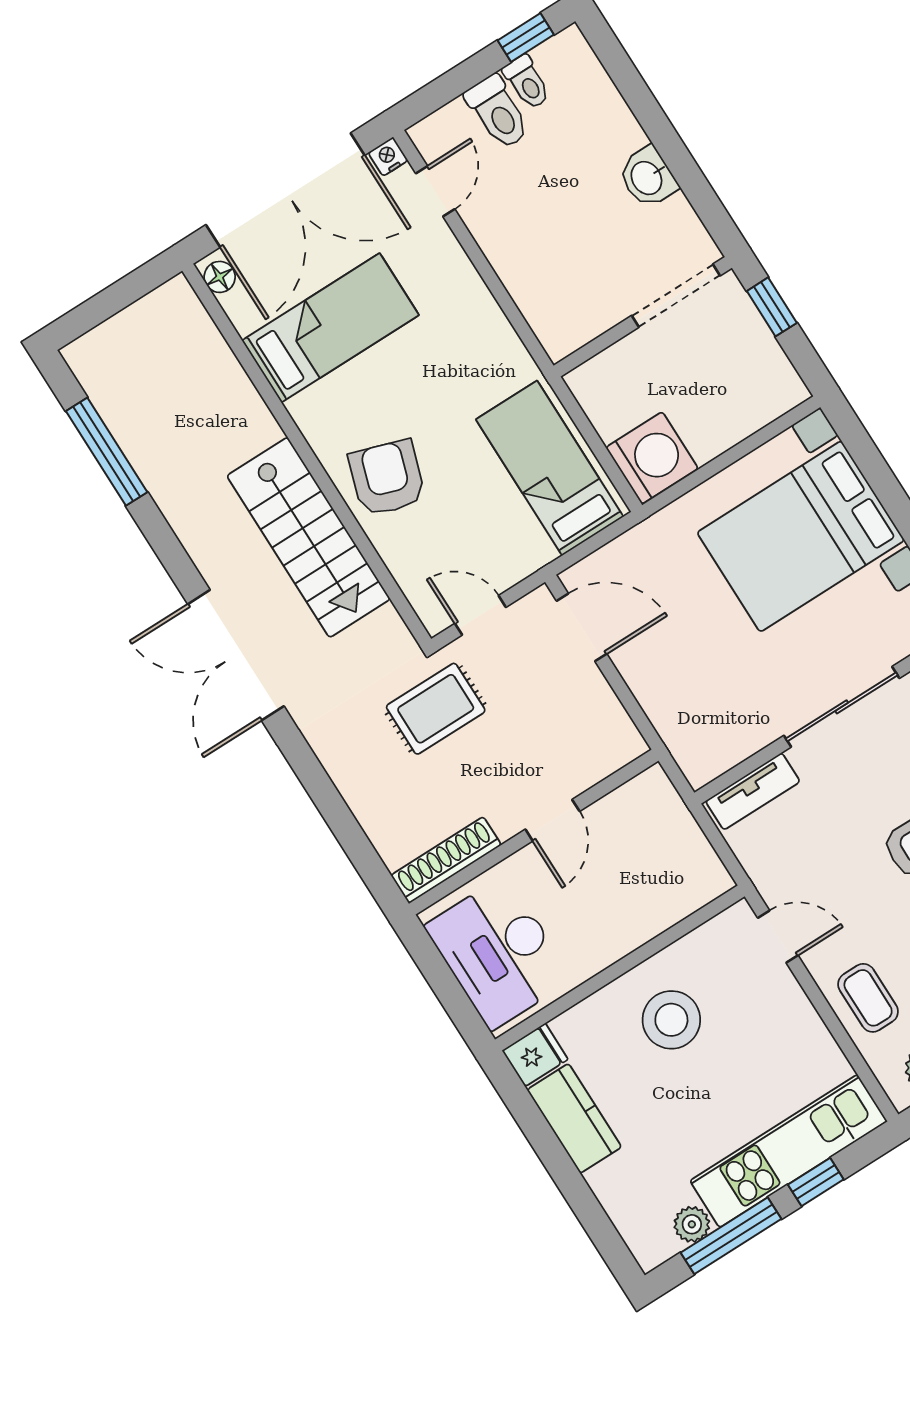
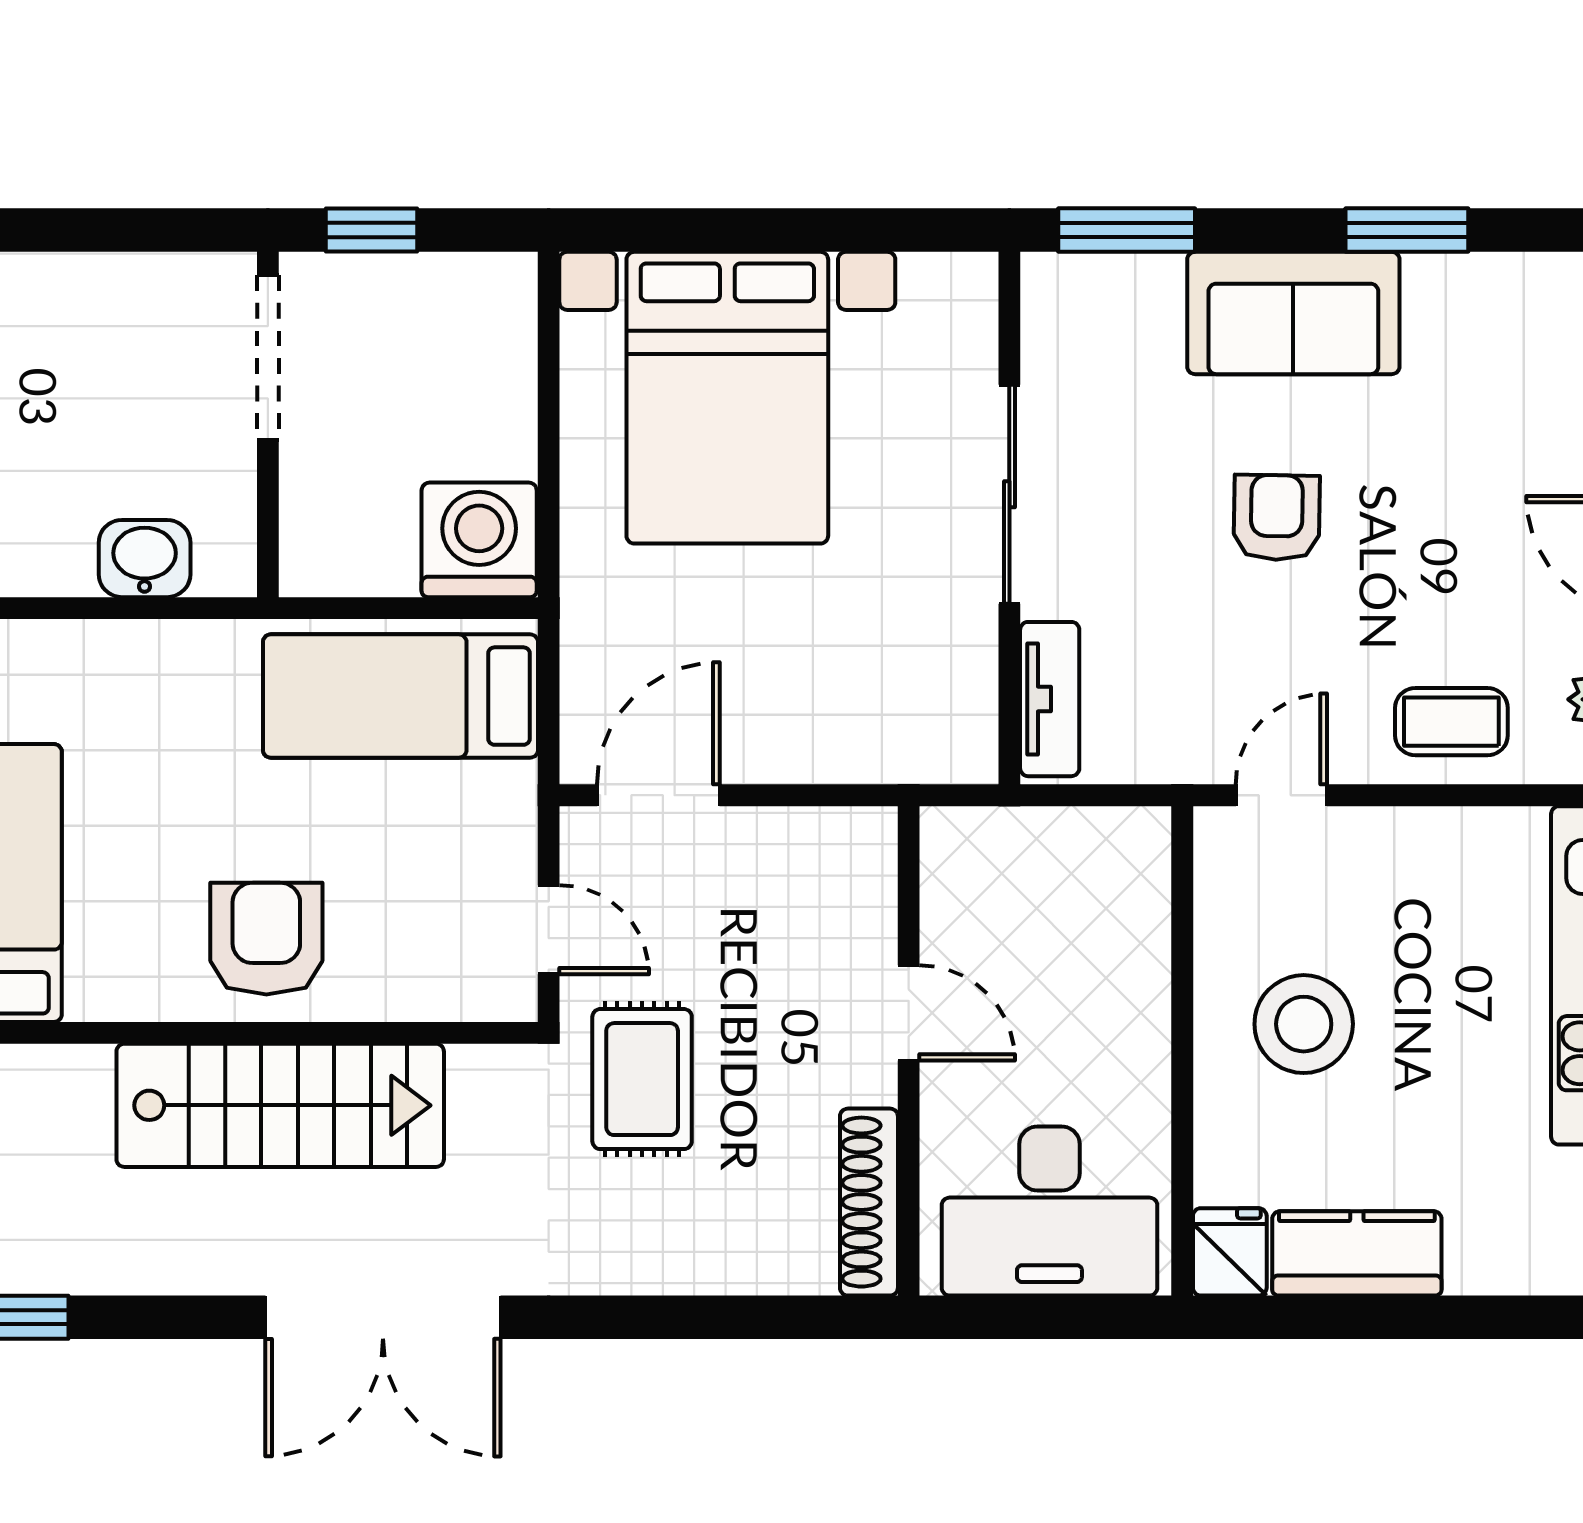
washbasin: (648, 177) -> (145, 559), moved, turned 180
armchair: (387, 478) -> (266, 939), turned 72
door: (480, 615) -> (549, 930), swing flipped

